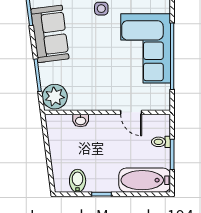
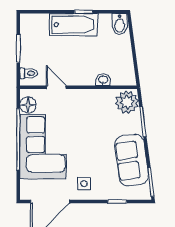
floor lamp: (162, 93) -> (28, 105), added
toilet: (161, 142) -> (29, 73), moved
bathtub: (145, 180) -> (73, 25), moved
bidet: (78, 181) -> (120, 24), moved

